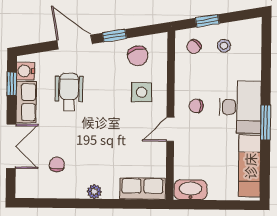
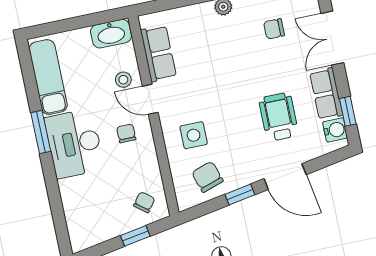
stool: (224, 46) -> (123, 80), moved
wheelchair: (69, 92) -> (279, 117), turned 180
chair: (196, 106) -> (126, 133), turned -90
door: (170, 129) -> (150, 99), swing flipped
chair: (57, 164) -> (274, 29), turned 90
row of seats: (142, 189) -> (158, 53), moved, turned -90

